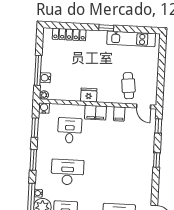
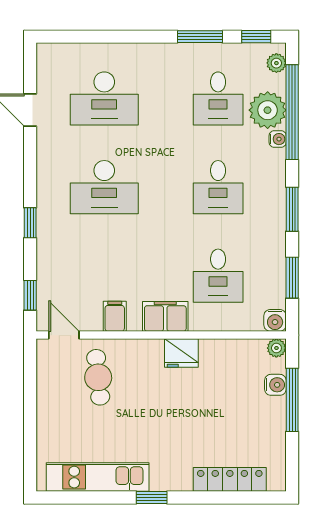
desk: (67, 172) -> (218, 187), width x0.73
desk: (121, 175) -> (104, 187), added

